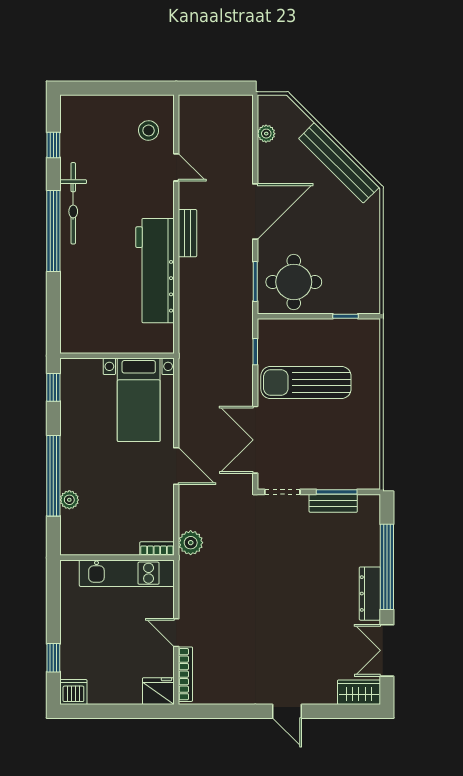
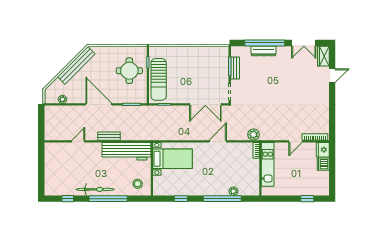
stool: (149, 130) -> (138, 184), moved
round table: (294, 282) -> (129, 71), moved
wall: (117, 356) -> (152, 169), moved
sun lounger: (306, 383) -> (159, 79), moved
bed with nightstands: (139, 400) -> (172, 159), moved
dresser: (370, 594) -> (264, 51), moved
dishwasher: (73, 692) -> (323, 164), moved
door: (287, 711) -> (332, 76), moved

